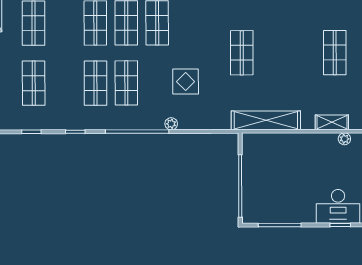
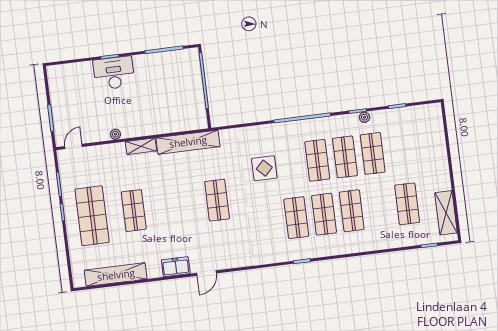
shop shelf: (34, 83) -> (373, 153), moved
shelving: (332, 122) -> (141, 146), moved
plant: (171, 124) -> (364, 117), moved

